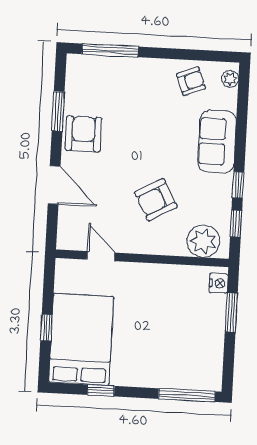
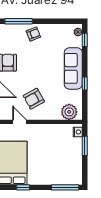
armchair: (191, 81) -> (33, 34), moved
sofa: (217, 142) -> (73, 68), width x1.36
armchair: (156, 200) -> (34, 99), moved
window: (236, 224) -> (85, 40), moved

